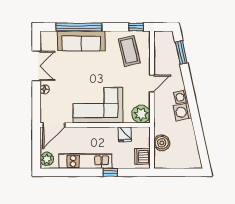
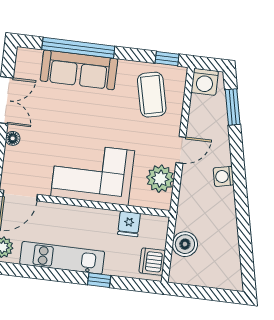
washing machine: (182, 112) -> (205, 82), moved, turned -78
plant: (141, 114) -> (160, 179), moved

